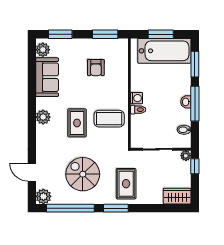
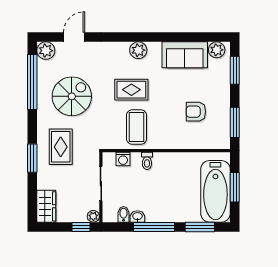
washing machine: (137, 98) -> (123, 159), moved
washbasin: (186, 102) -> (137, 216), moved
rug: (126, 184) -> (61, 147), turned 90
window: (116, 208) -> (32, 158), moved

